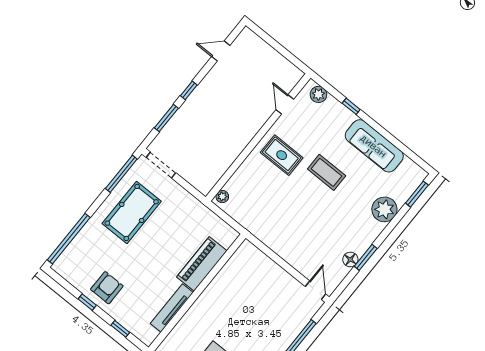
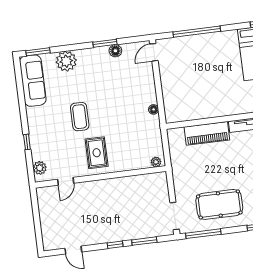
sofa: (374, 146) -> (33, 81), moved
floor lamp: (268, 240) -> (154, 109), added

